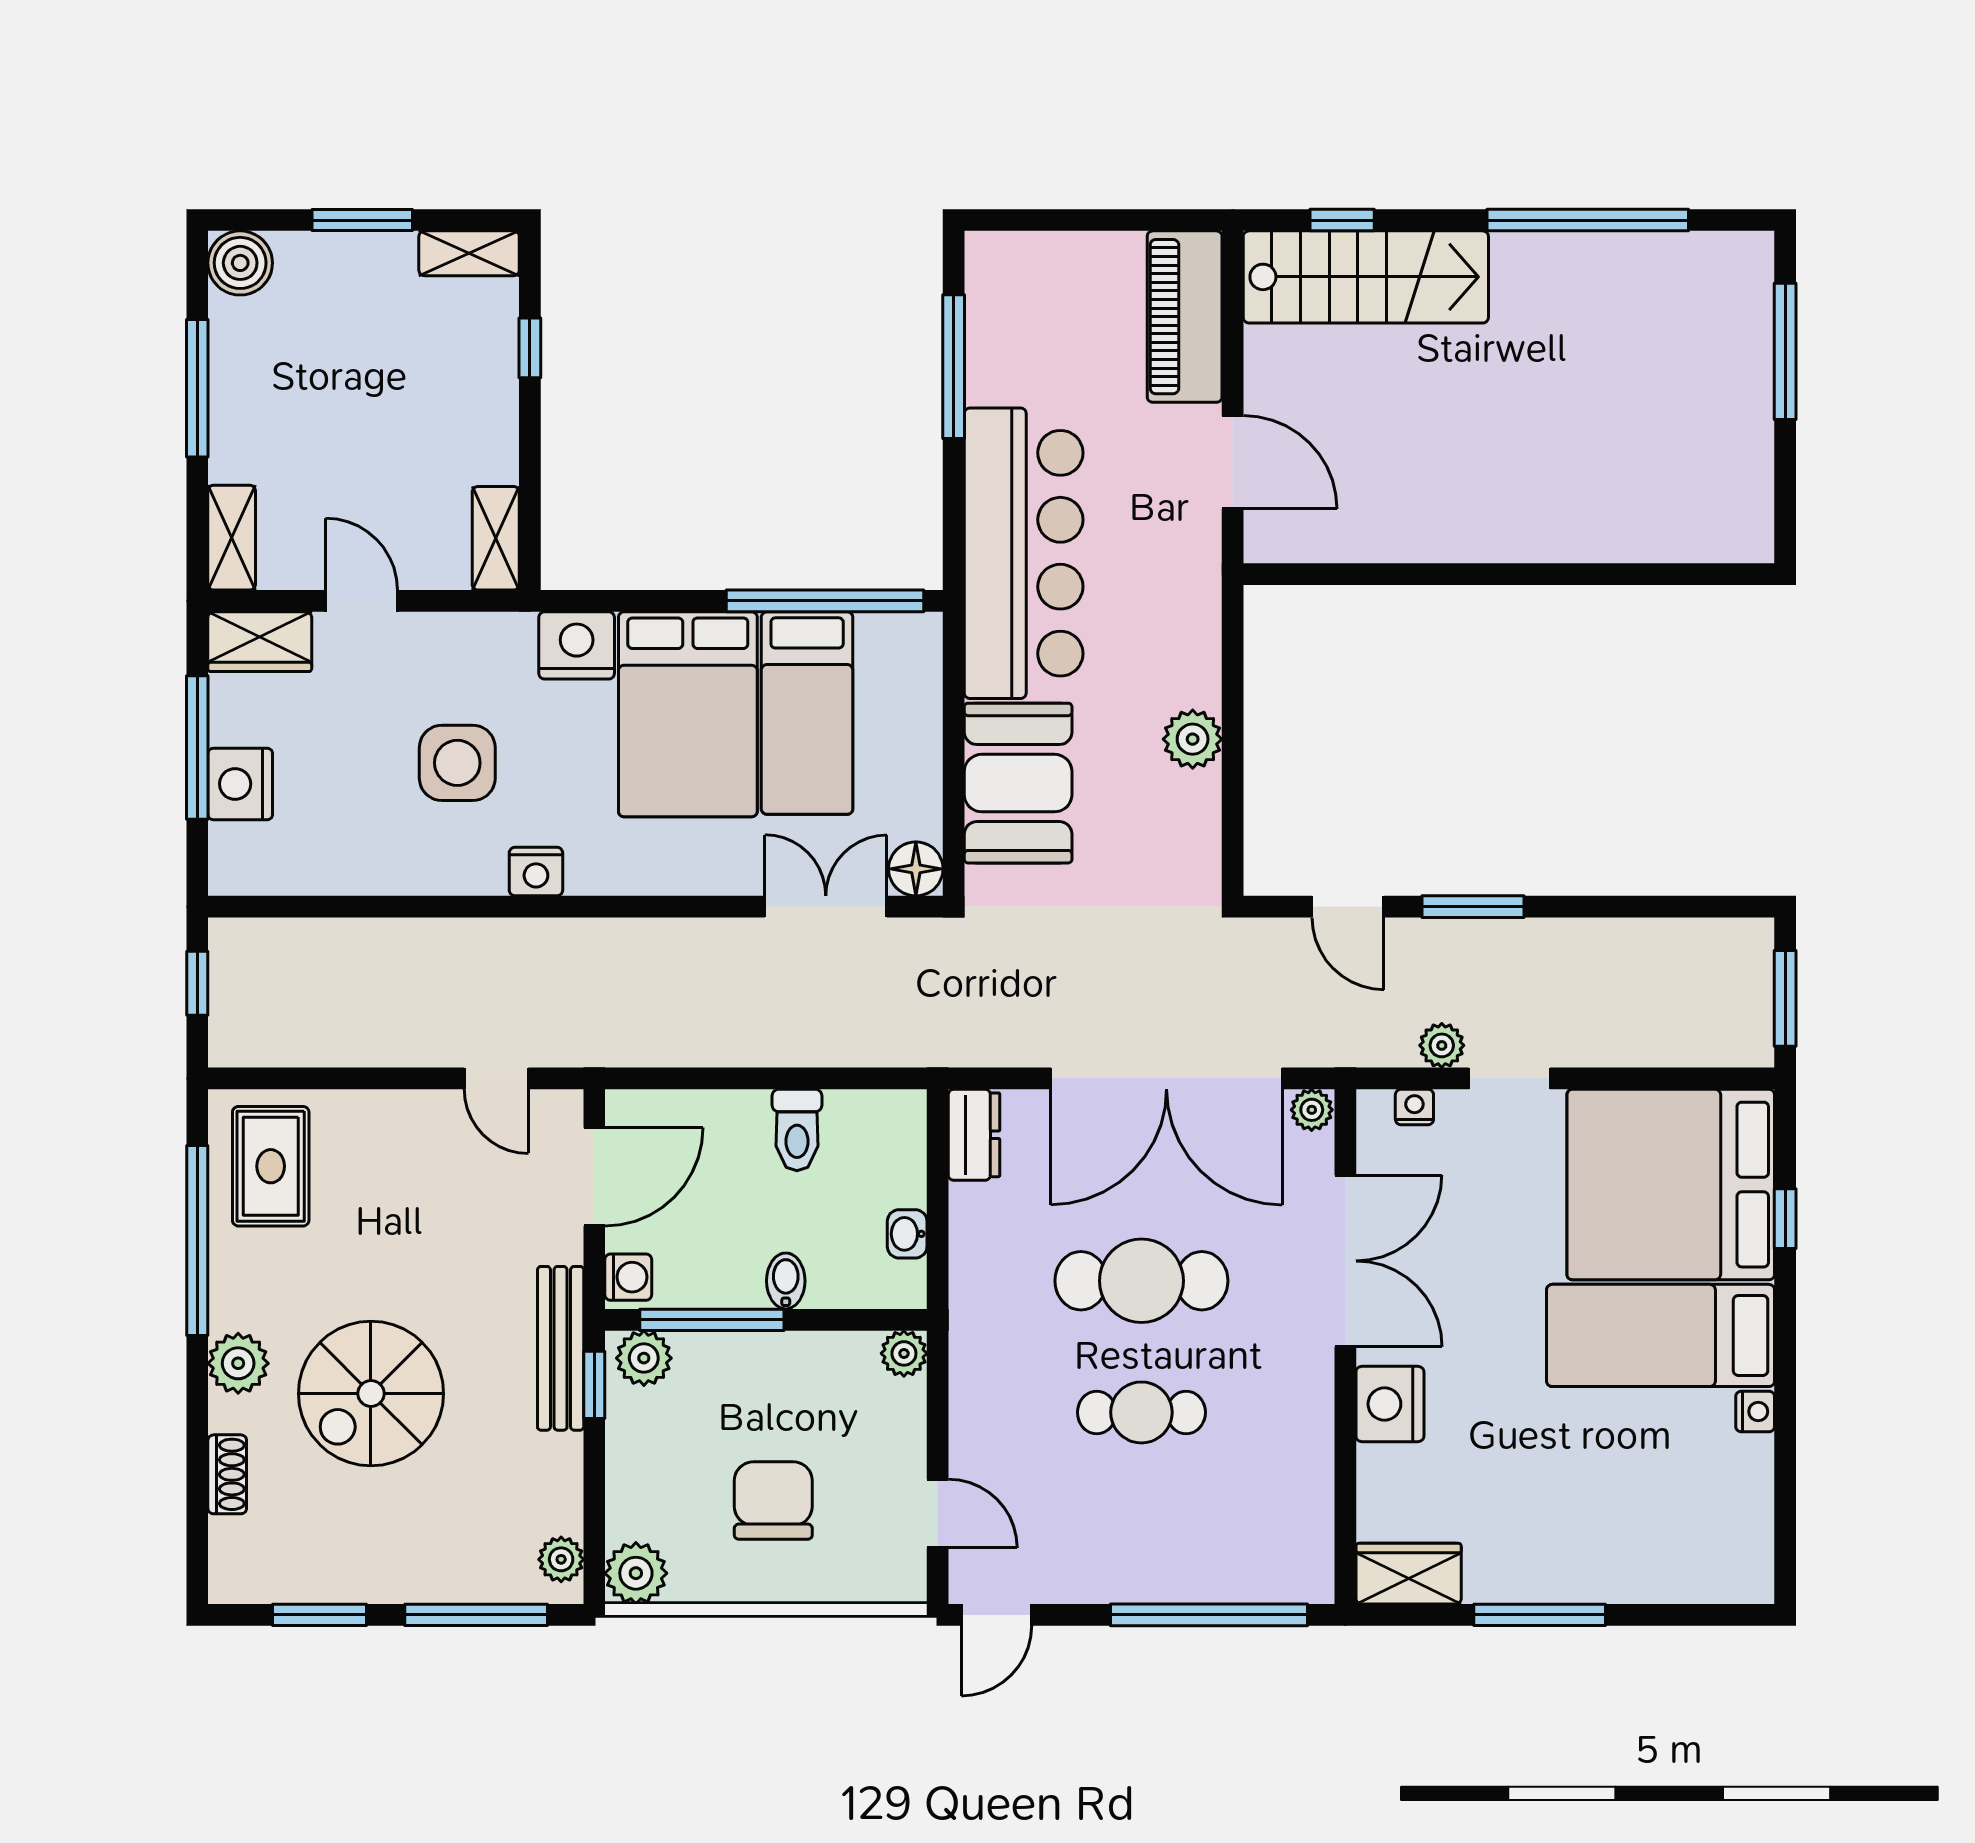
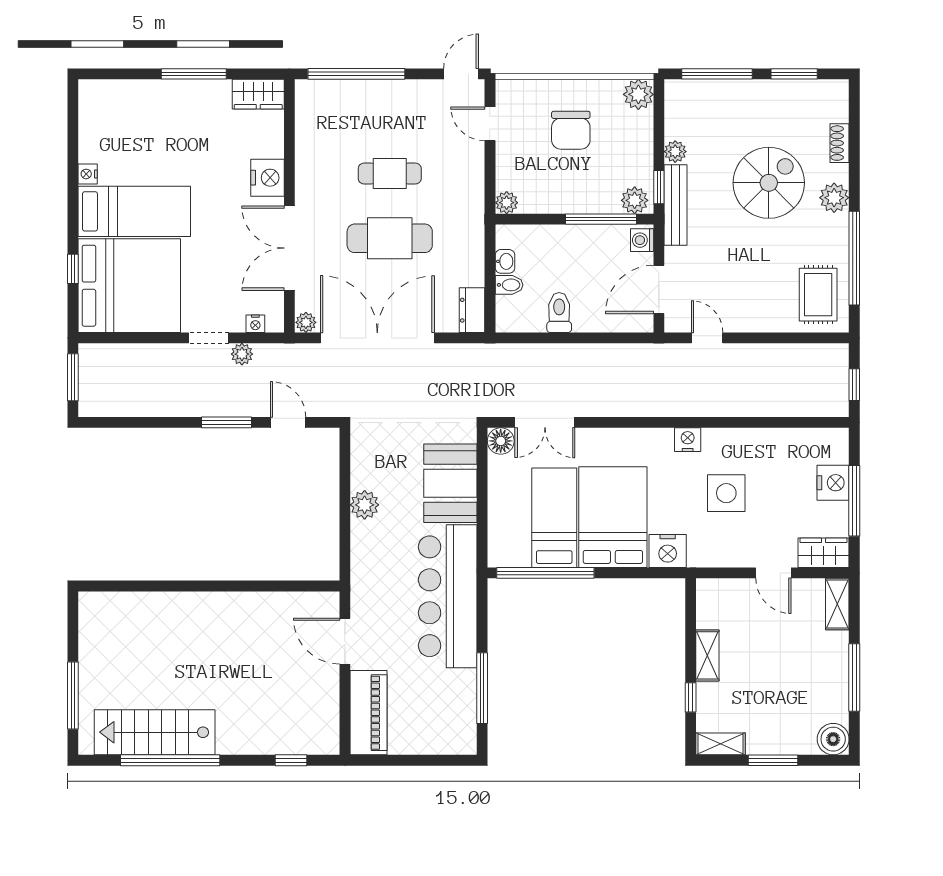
stairs: (1366, 277) -> (155, 732), moved
shelving: (496, 538) -> (707, 655), moved
bidet: (786, 1281) -> (509, 285), moved, turned -90
plant: (561, 1559) -> (675, 152), moved

